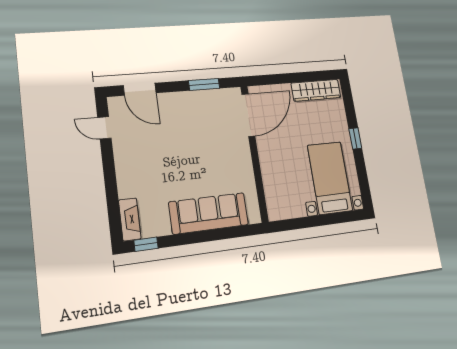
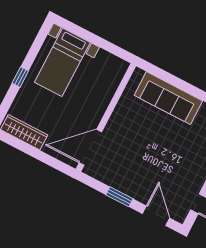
window: (204, 84) -> (119, 197), moved

